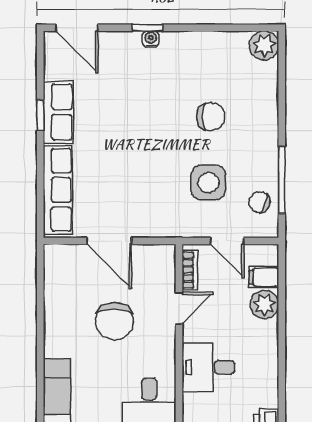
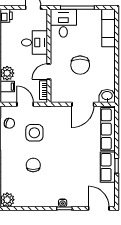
chair: (211, 117) -> (33, 165), turned 90
door: (109, 241) -> (83, 104), swing flipped
washbasin: (60, 258) -> (107, 96), added
chair: (115, 321) -> (80, 65), turned 180

